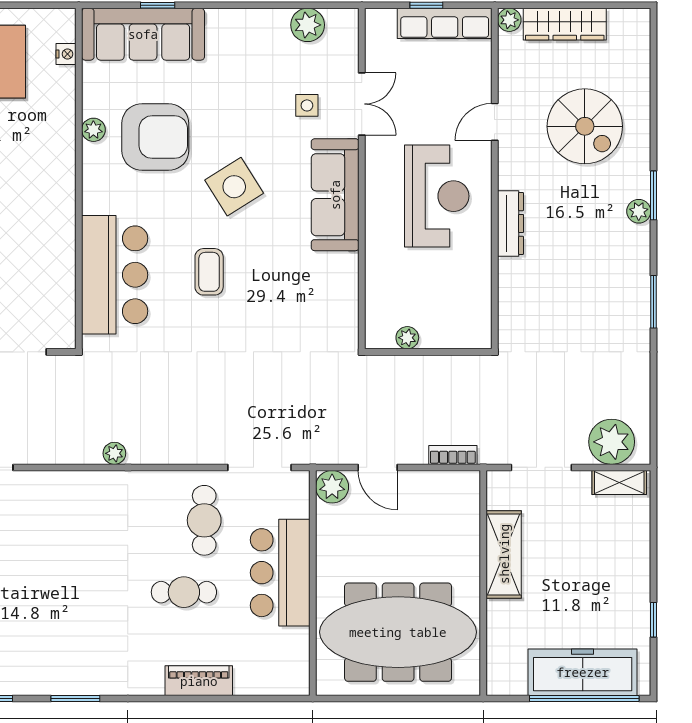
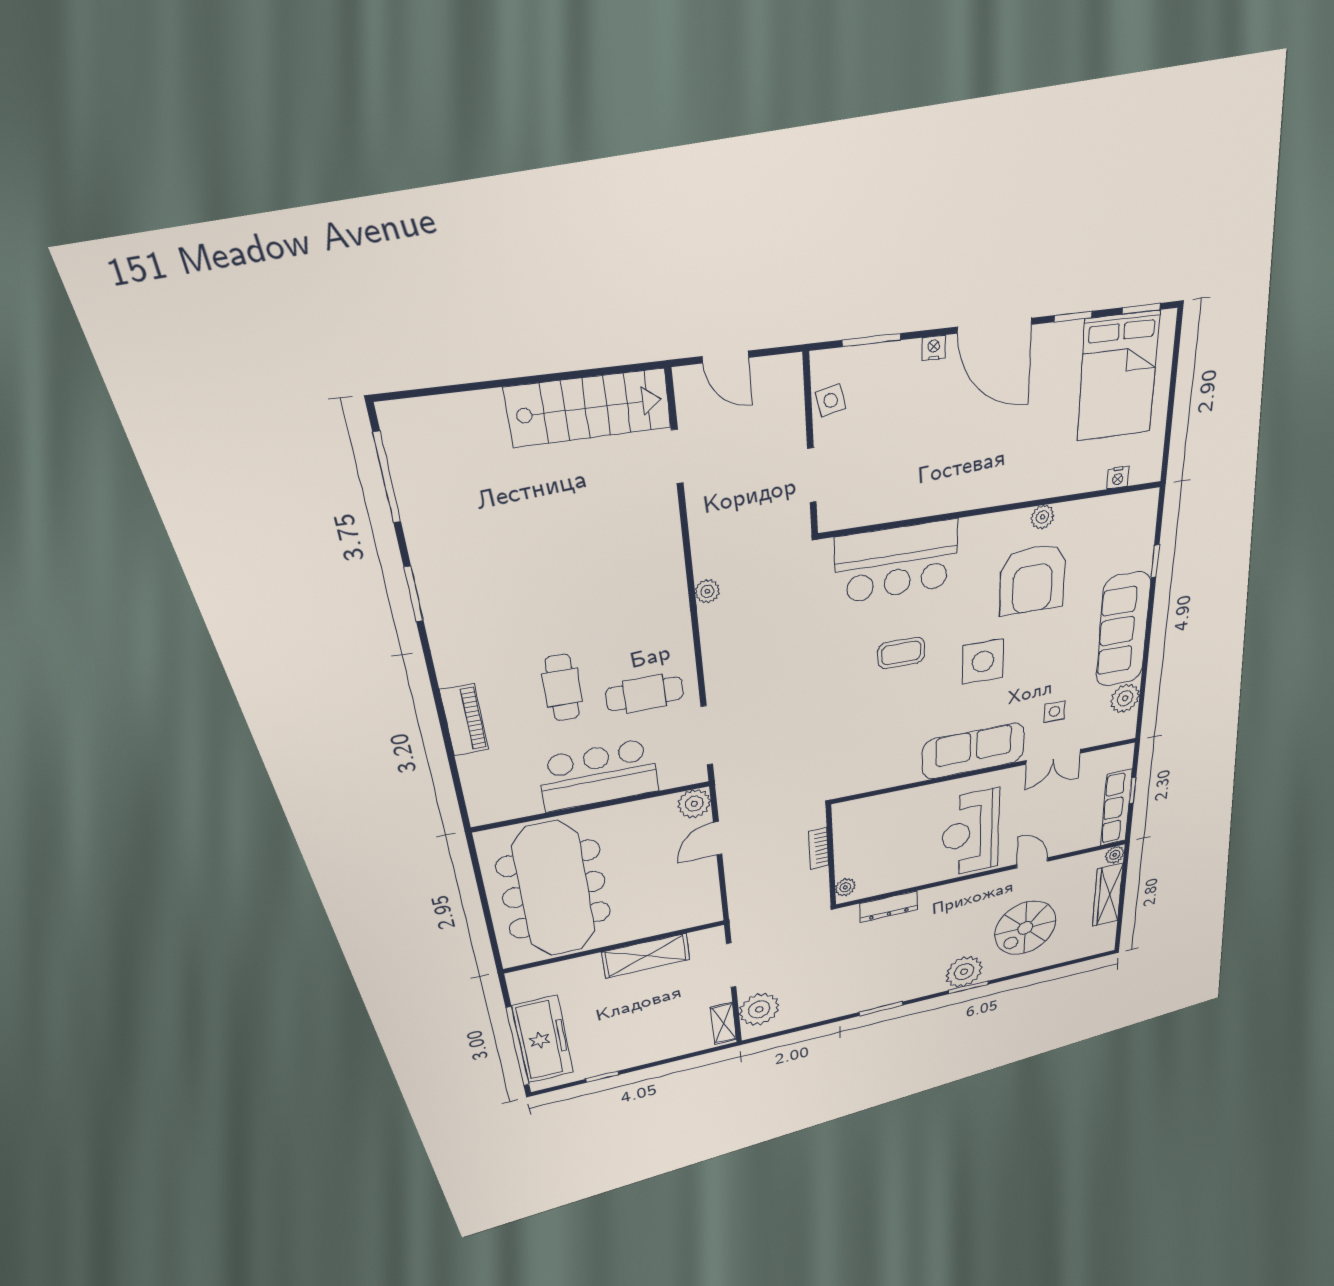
sofa: (143, 34) -> (1123, 630), moved
side table: (234, 187) -> (983, 662), turned 32
reception desk: (437, 196) -> (971, 833), turned 90
plant: (639, 211) -> (964, 972), width x1.87, depth x1.87
dresser: (510, 223) -> (889, 906), moved
plant: (407, 338) -> (845, 887), moved
bookcase: (453, 455) -> (819, 848), moved, turned 180

